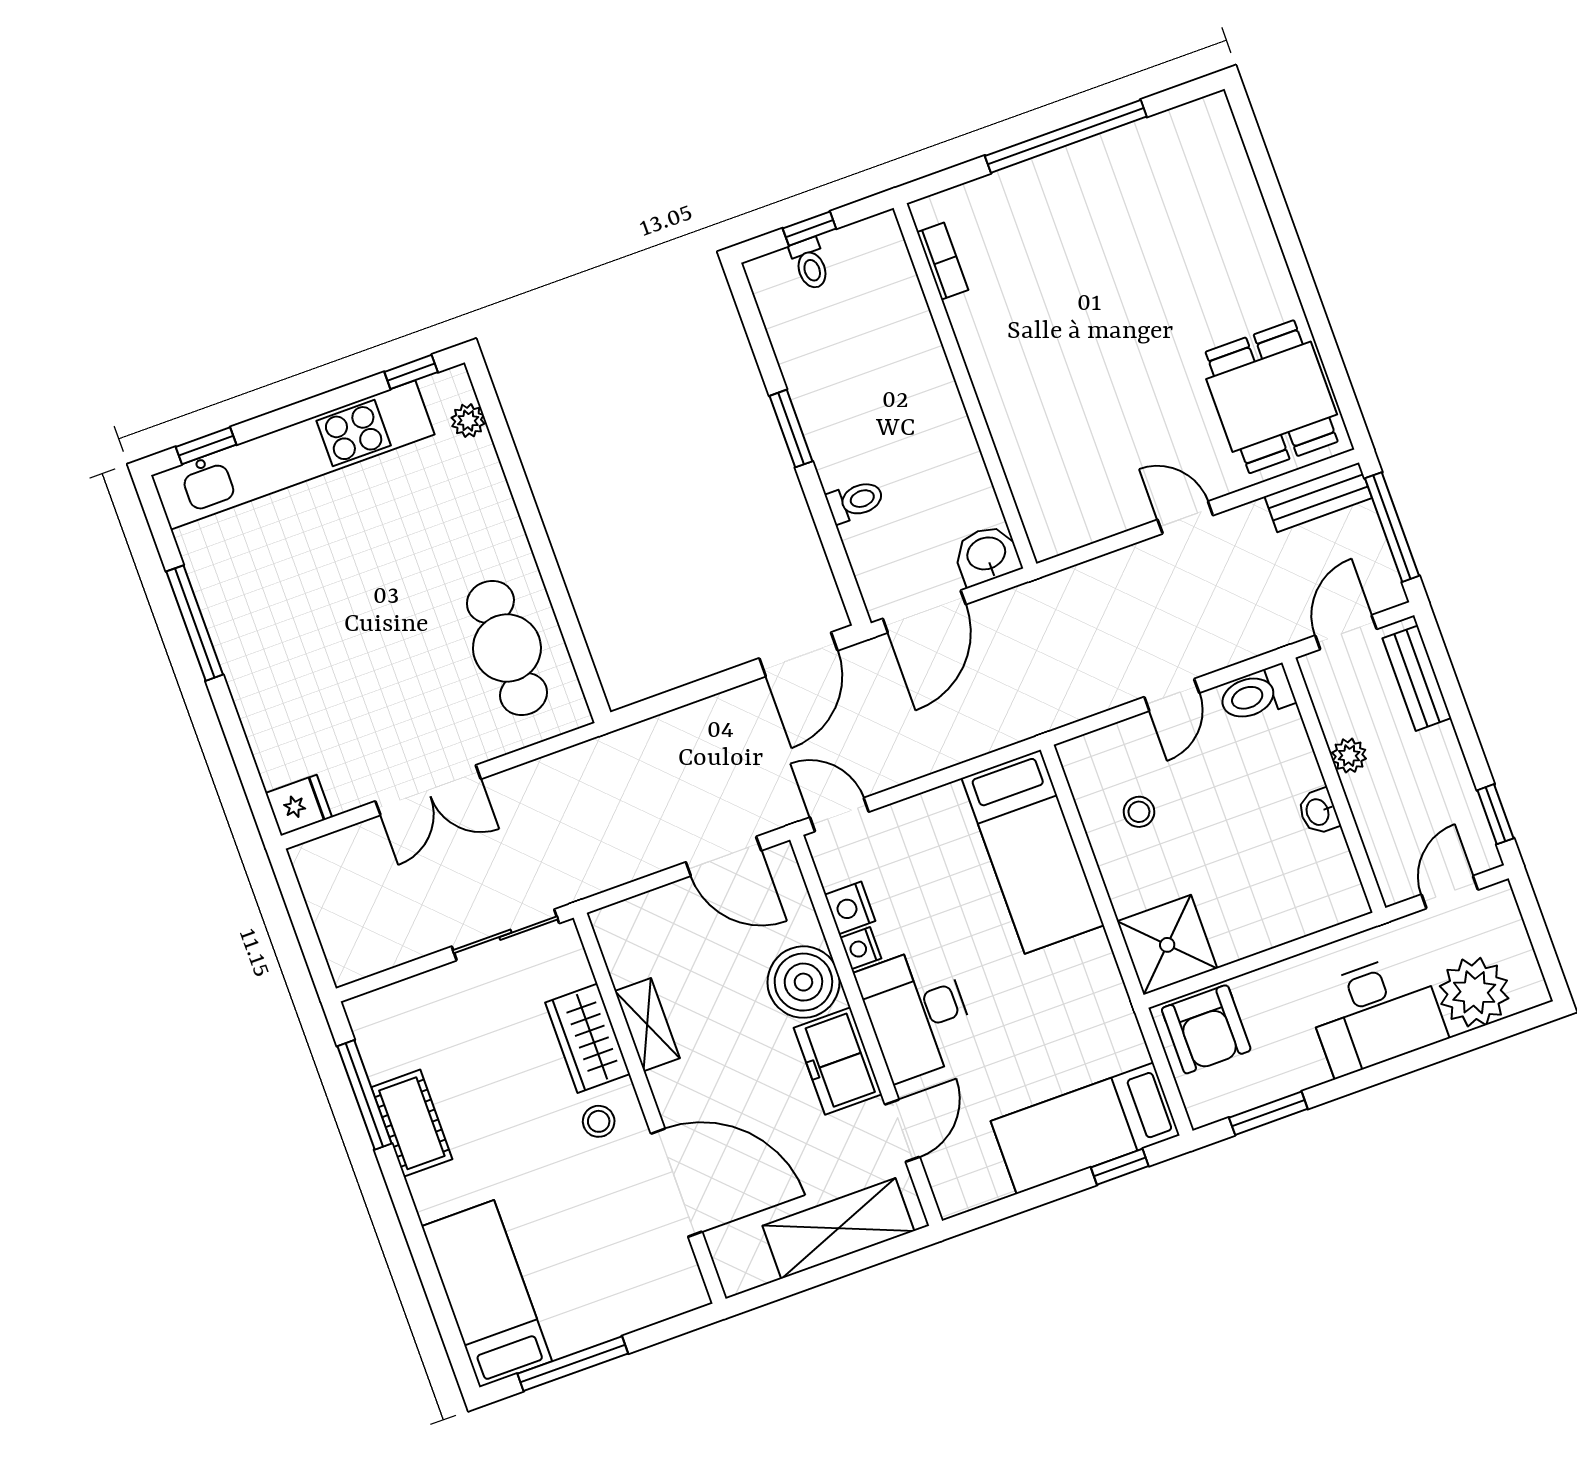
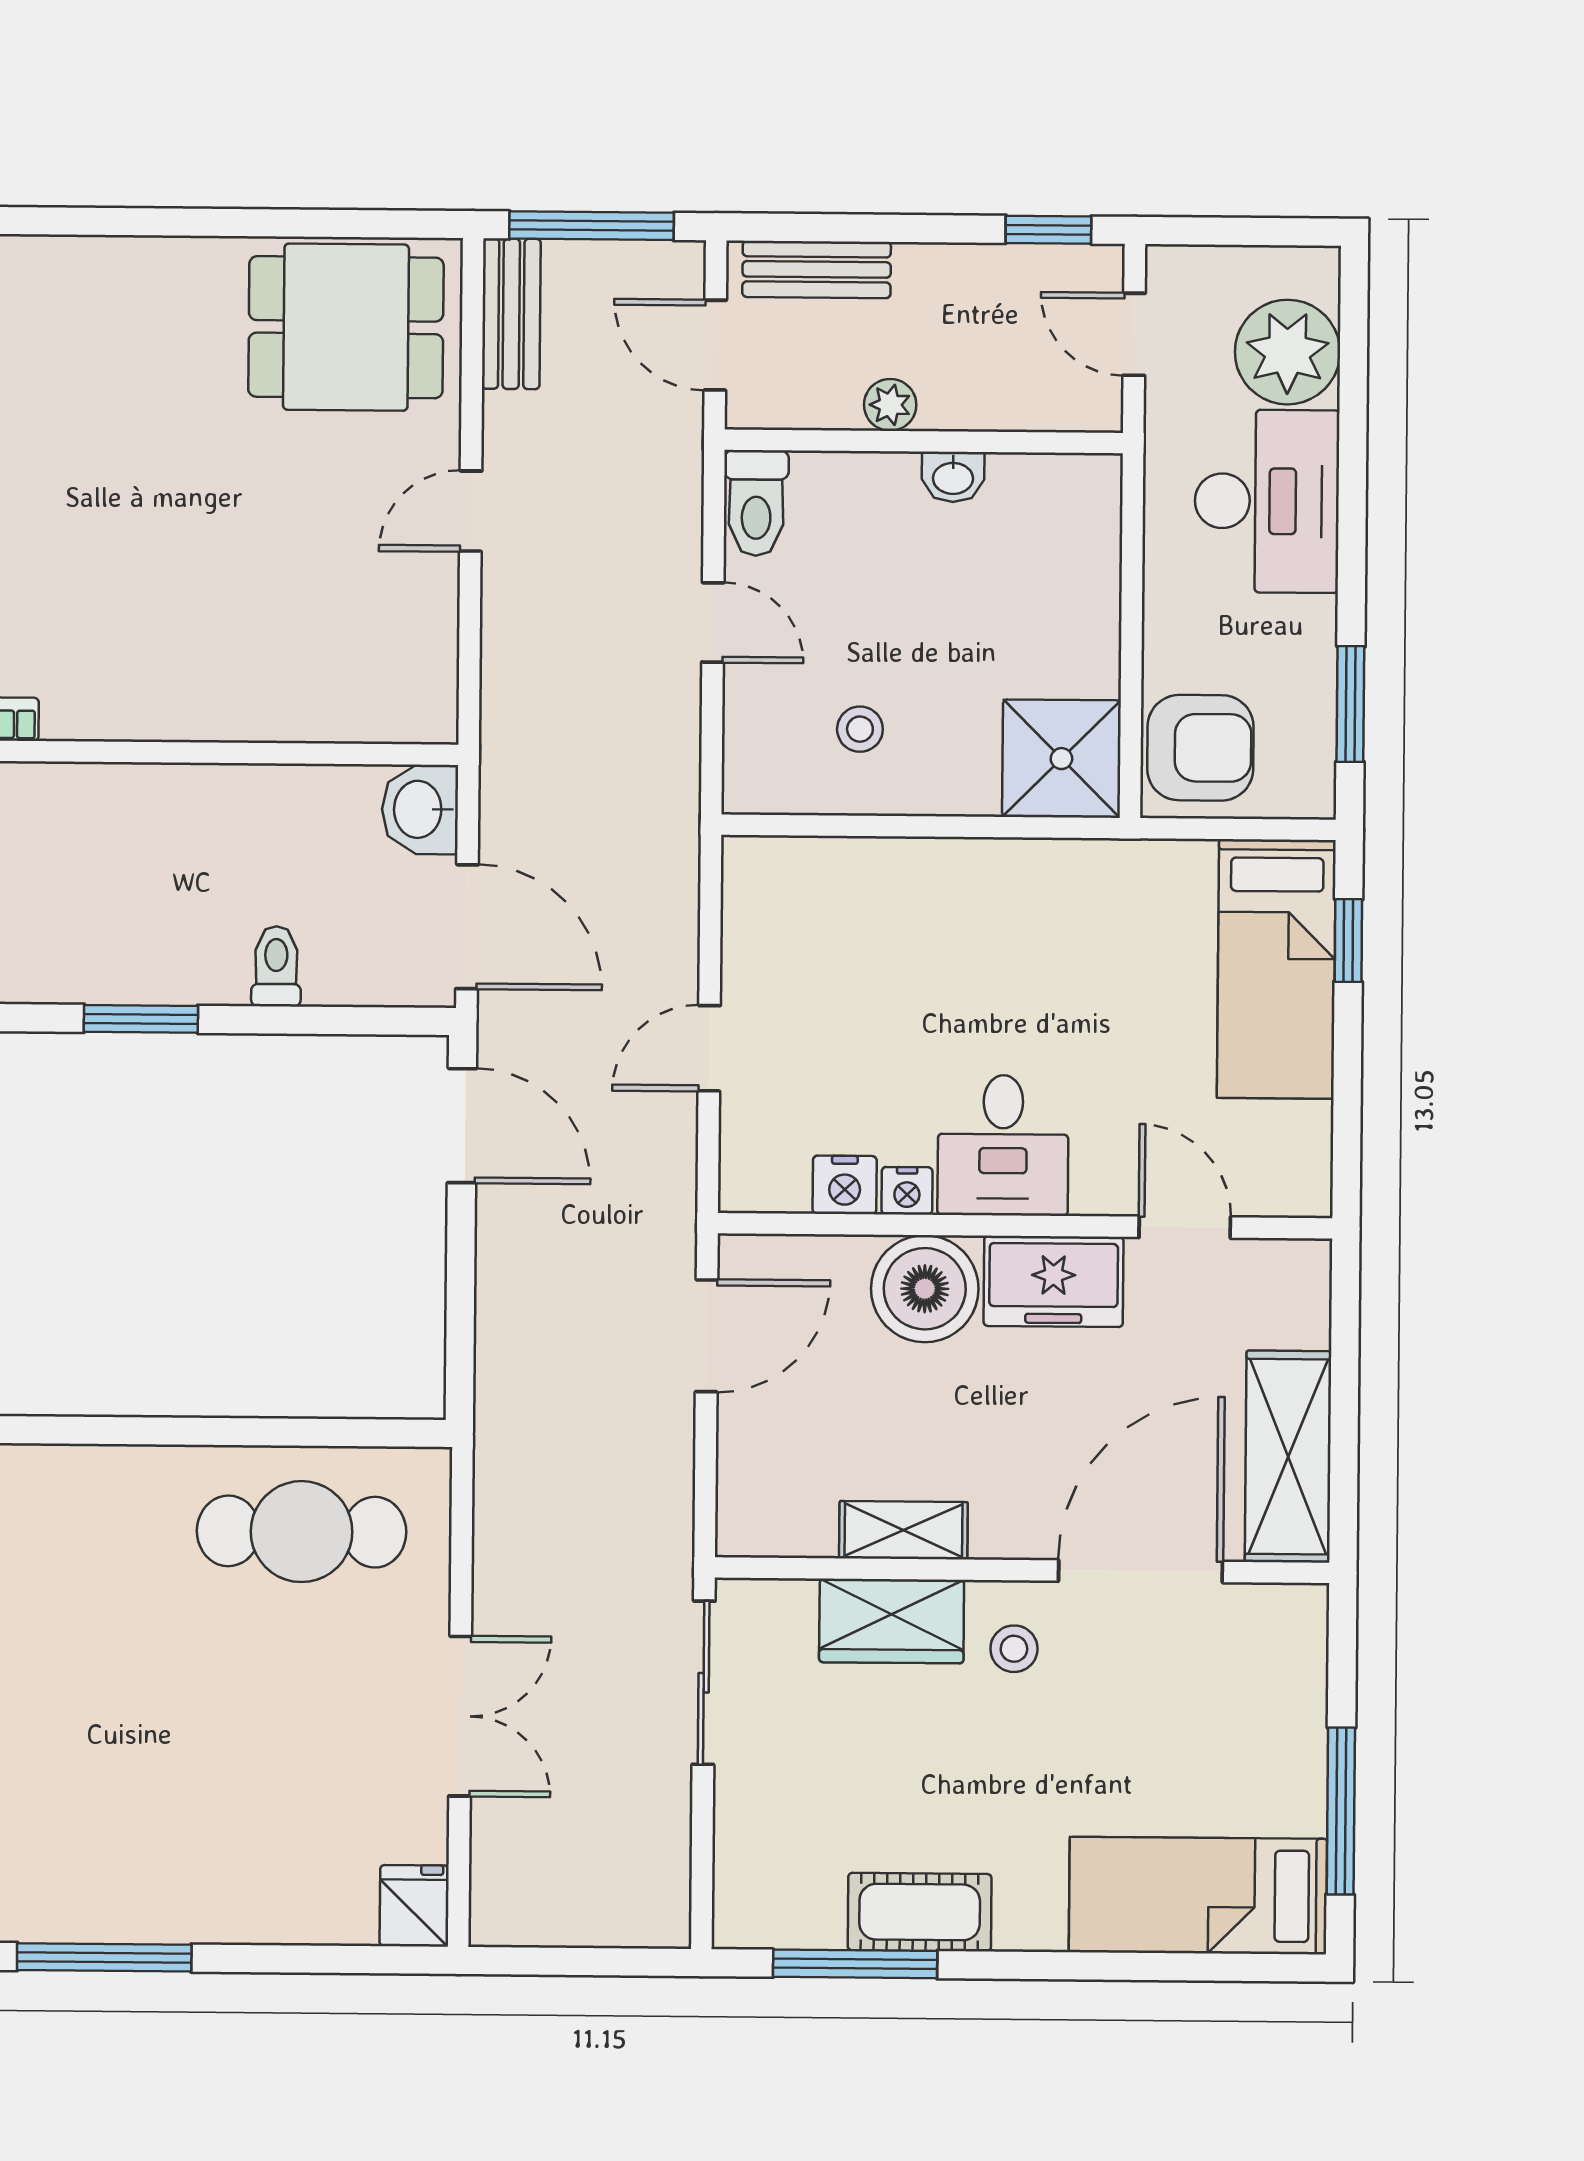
door: (839, 815) -> (709, 1048), moved
bed: (1033, 852) -> (861, 899), removed
desk: (917, 1013) -> (1003, 1145), width x0.73
shelving: (838, 1228) -> (1288, 1457), moved

